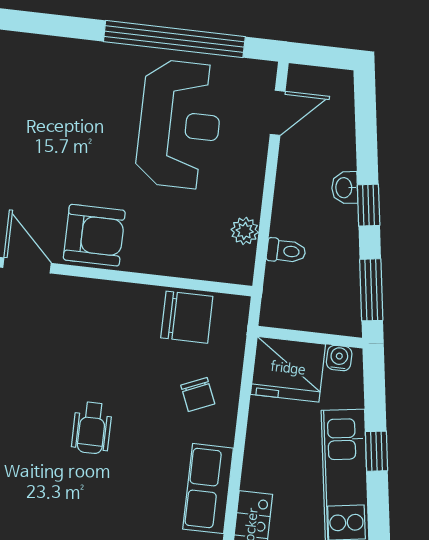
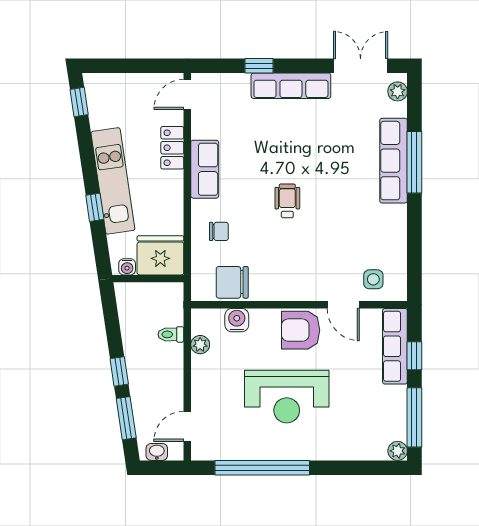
reception desk: (180, 124) -> (287, 397), moved, turned -90
washbasin: (345, 188) -> (157, 452), moved, turned -82
water cooler: (187, 261) -> (237, 320), added
window: (371, 290) -> (126, 418), moved
chair: (198, 394) -> (219, 231), turned 113

